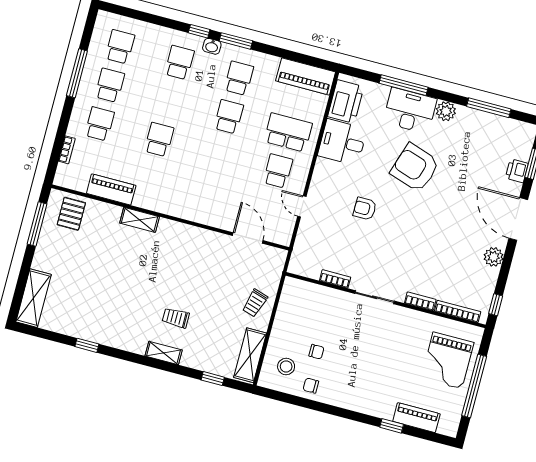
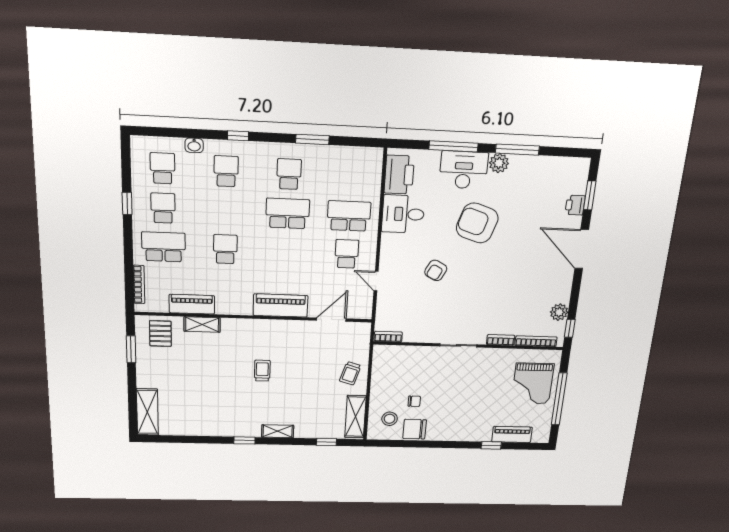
window: (236, 41) -> (312, 139), moved
washbasin: (212, 46) -> (194, 145), moved
window: (77, 73) -> (127, 203), width x0.46
piano: (306, 76) -> (281, 305), moved, turned 180
window: (489, 108) -> (517, 150), moved
school desk: (229, 117) -> (288, 213), width x1.85
school desk: (100, 124) -> (164, 247), width x1.85
bookcase: (67, 150) -> (139, 284), width x1.56
armchair: (365, 209) -> (436, 270), turned -63
shelving: (140, 220) -> (202, 324), moved
window: (37, 224) -> (131, 349), width x0.69
door: (248, 238) -> (331, 320), hinge flipped
plant: (494, 257) -> (559, 312), moved
bookcase: (335, 279) -> (388, 337), moved
trolley: (176, 318) -> (262, 371), moved, turned 90
window: (87, 345) -> (244, 440), moved
chair: (311, 386) -> (415, 429), width x1.87, depth x1.87

